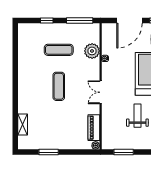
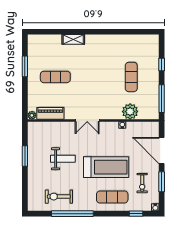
exercise mat: (59, 86) -> (55, 77), moved
double door: (101, 92) -> (87, 121), swing flipped
shelving: (23, 125) -> (73, 39), moved
window: (124, 152) -> (25, 156), moved

